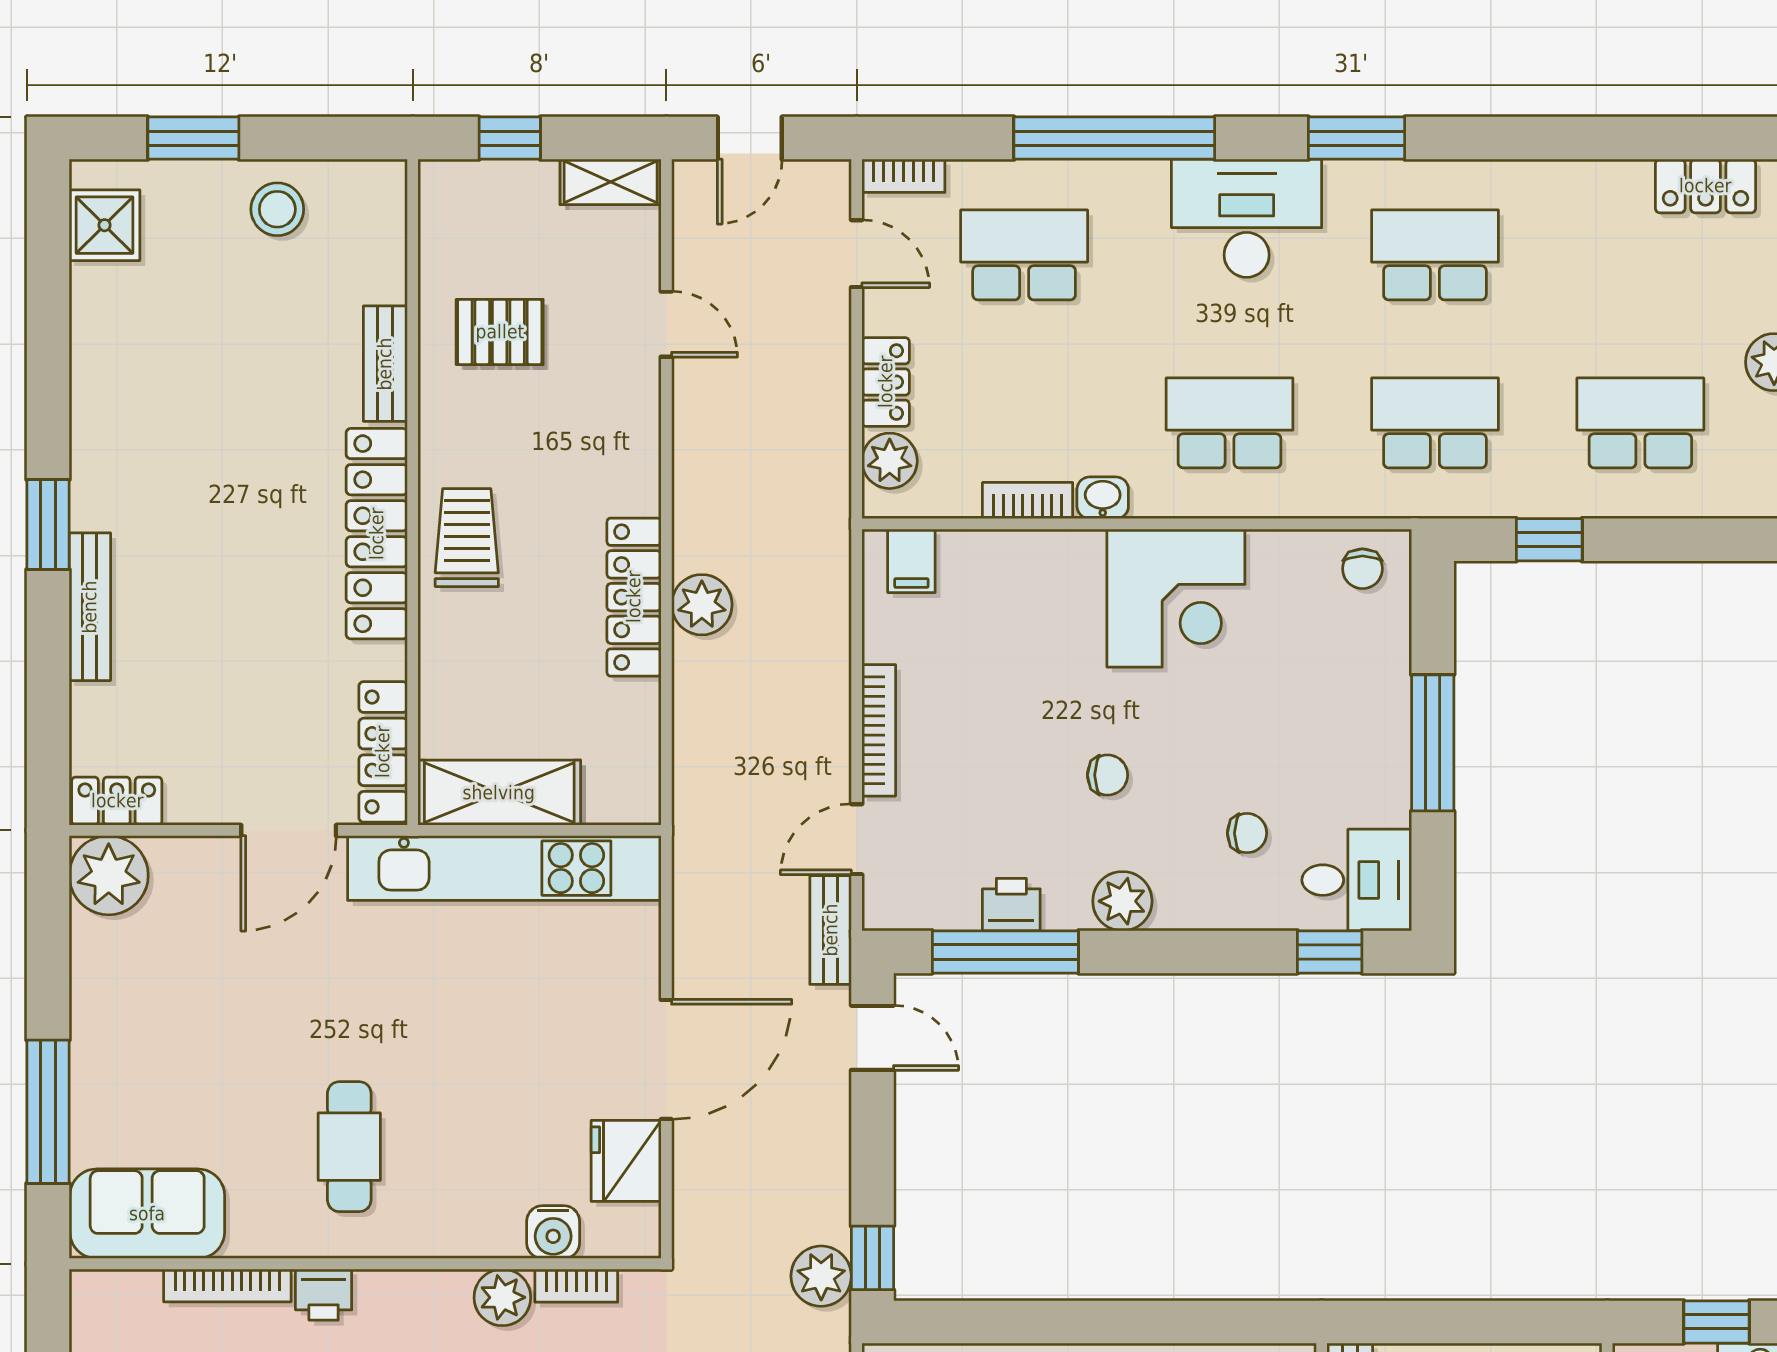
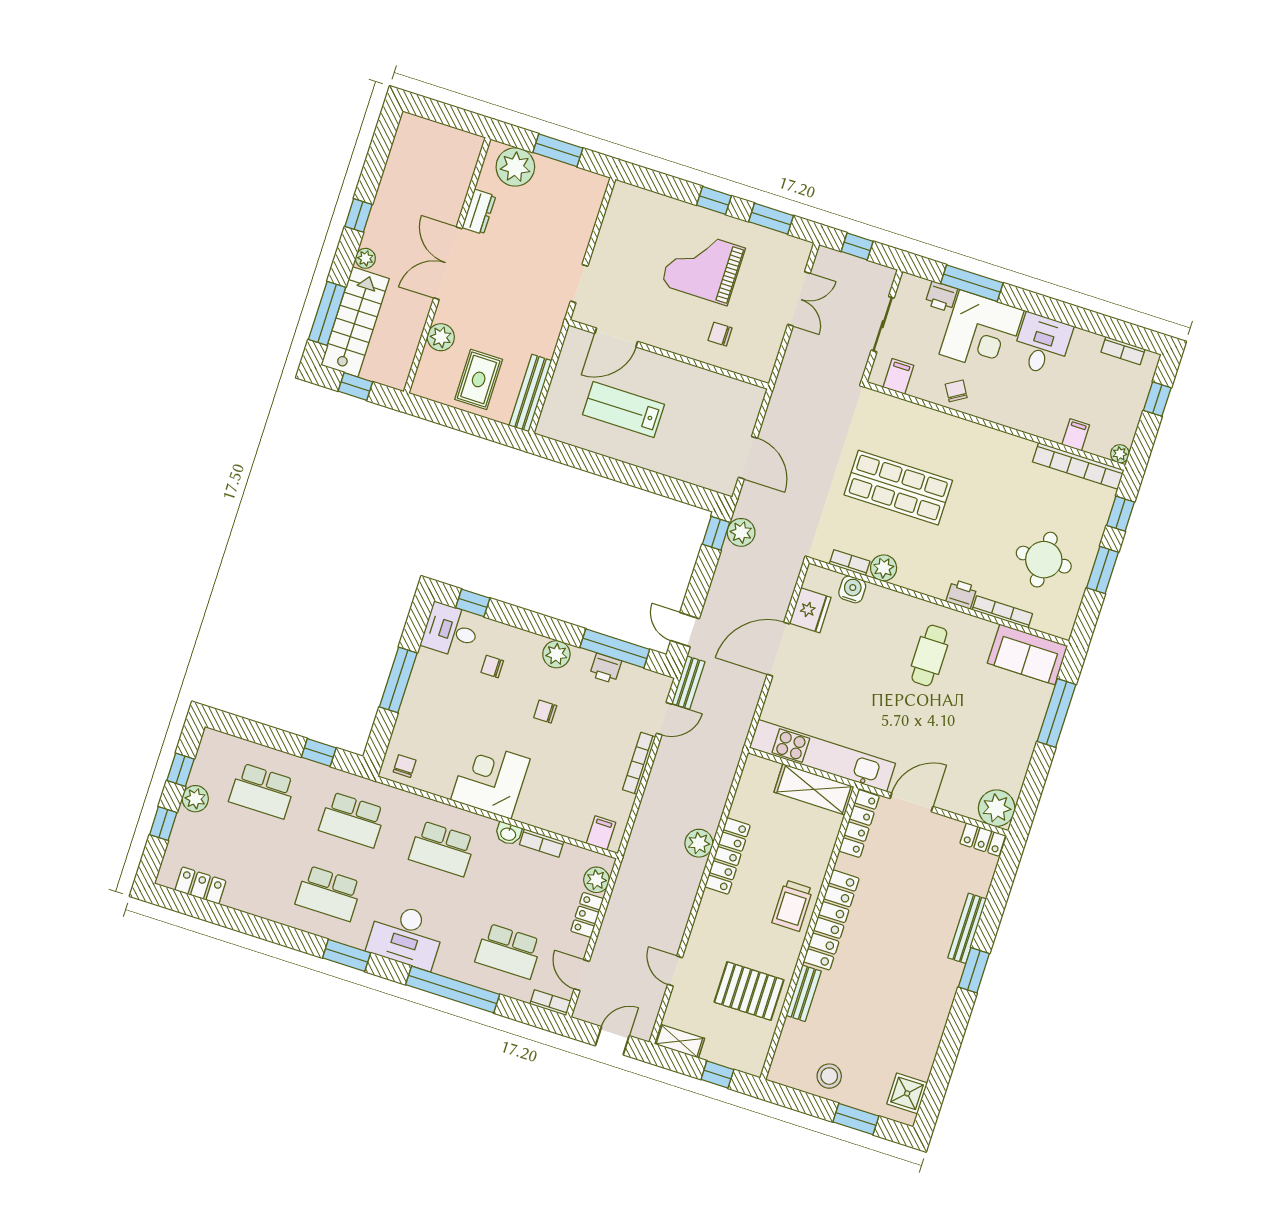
pallet: (500, 332) -> (749, 991), width x1.50, depth x1.42

